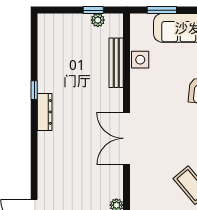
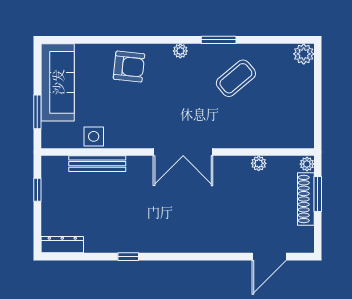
plant: (98, 20) -> (49, 184), removed
dresser: (45, 112) -> (62, 245), moved

